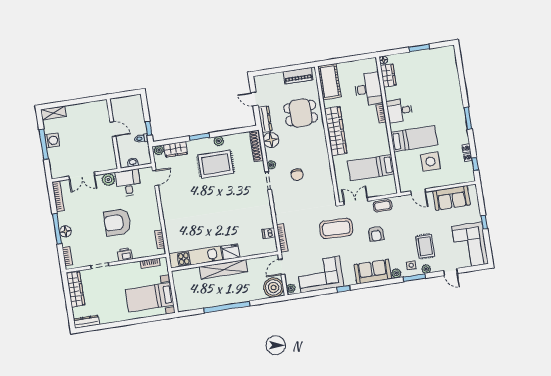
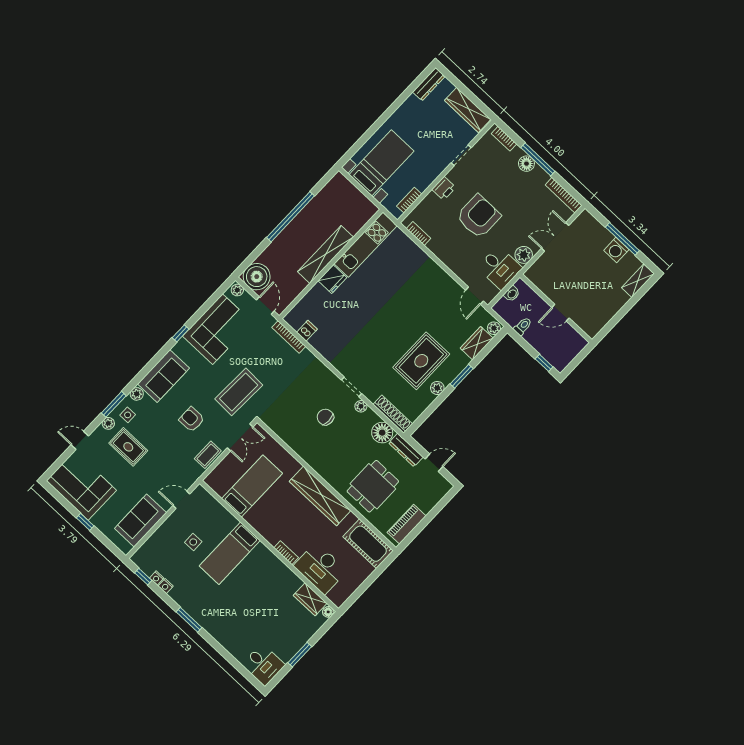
desk: (399, 111) -> (263, 665), moved, turned 90
window: (149, 128) -> (544, 363), moved
side table: (430, 162) -> (193, 542), width x0.54, depth x0.54

